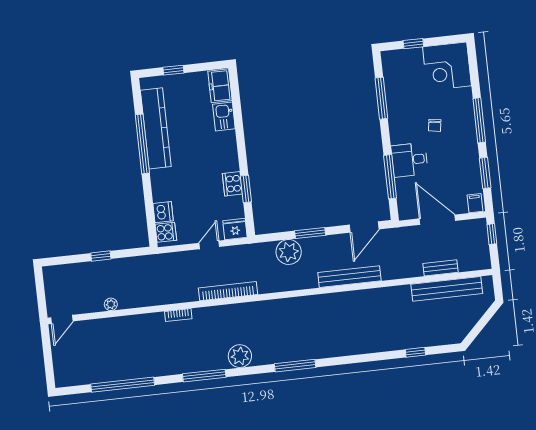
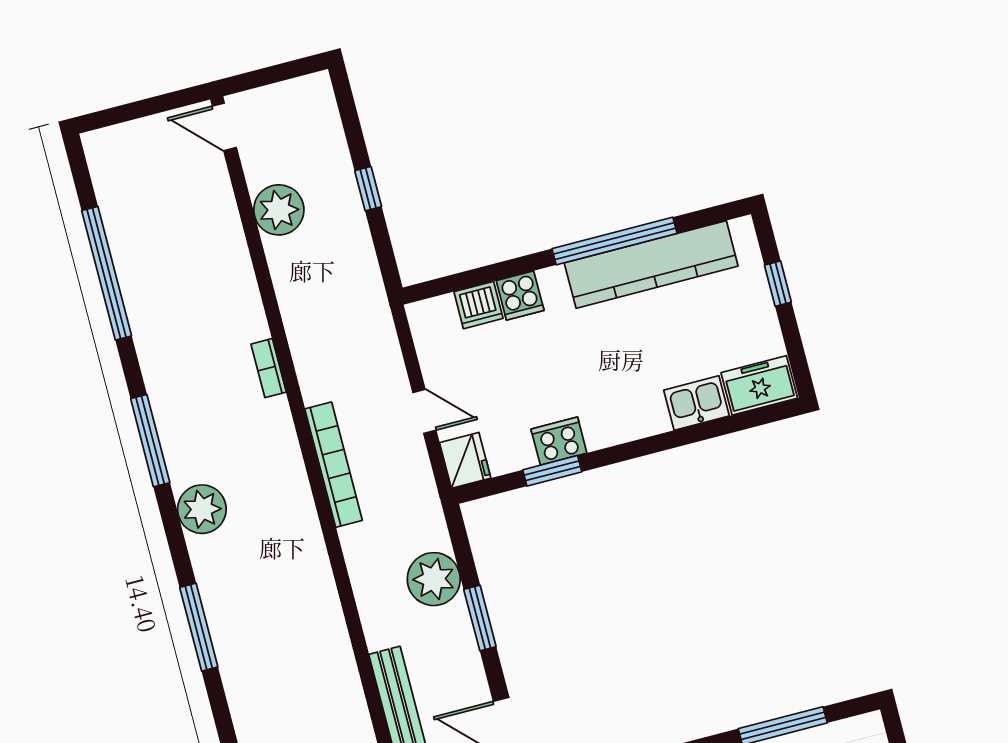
cooker: (166, 232) -> (520, 296), moved
plant: (111, 304) -> (279, 210), width x1.88, depth x1.88

